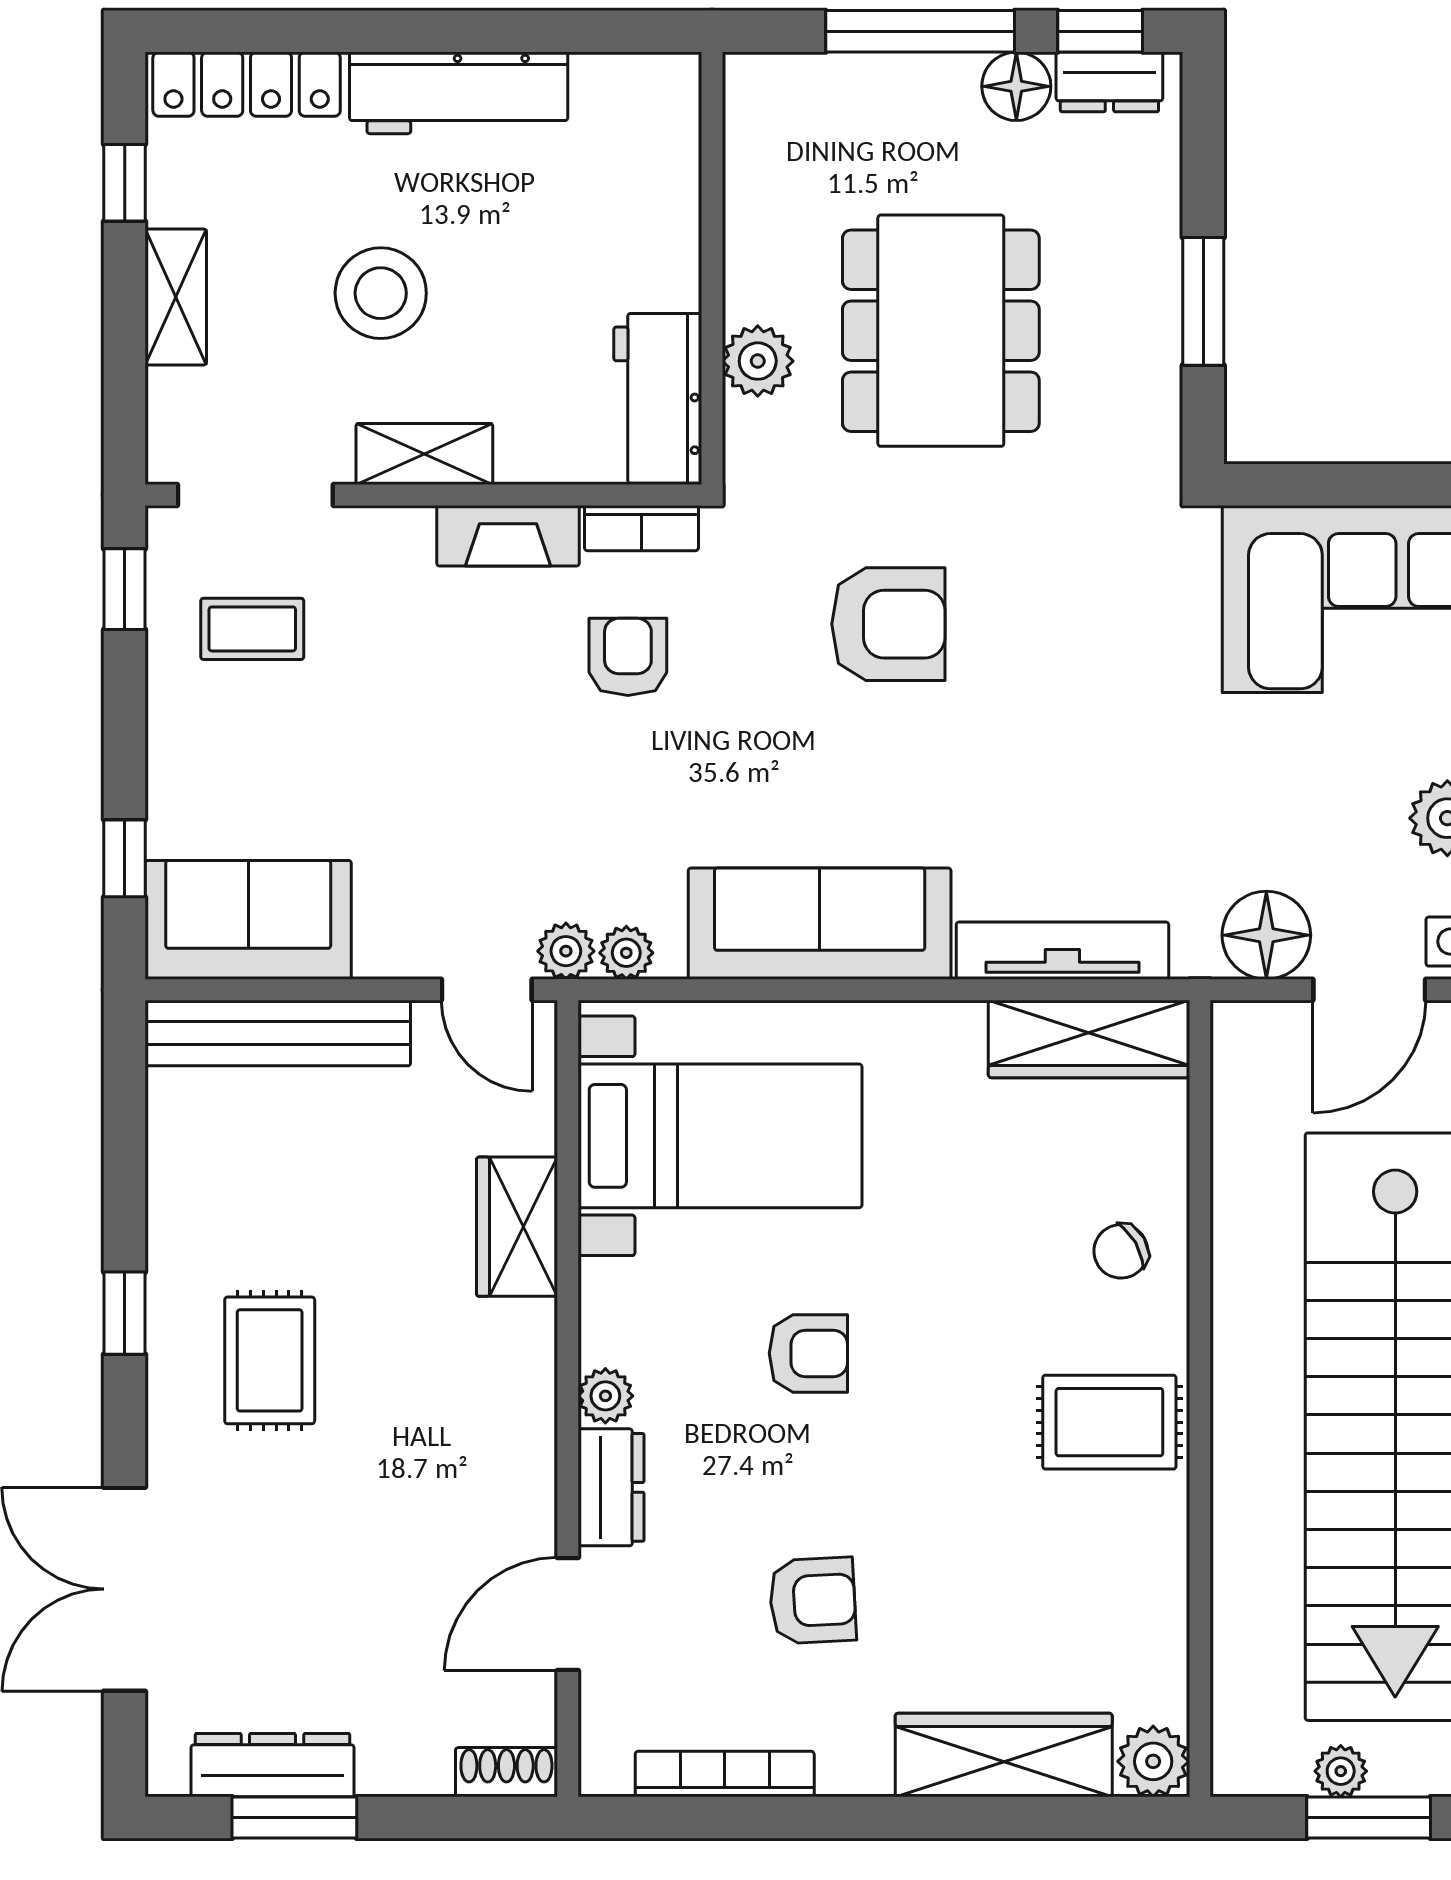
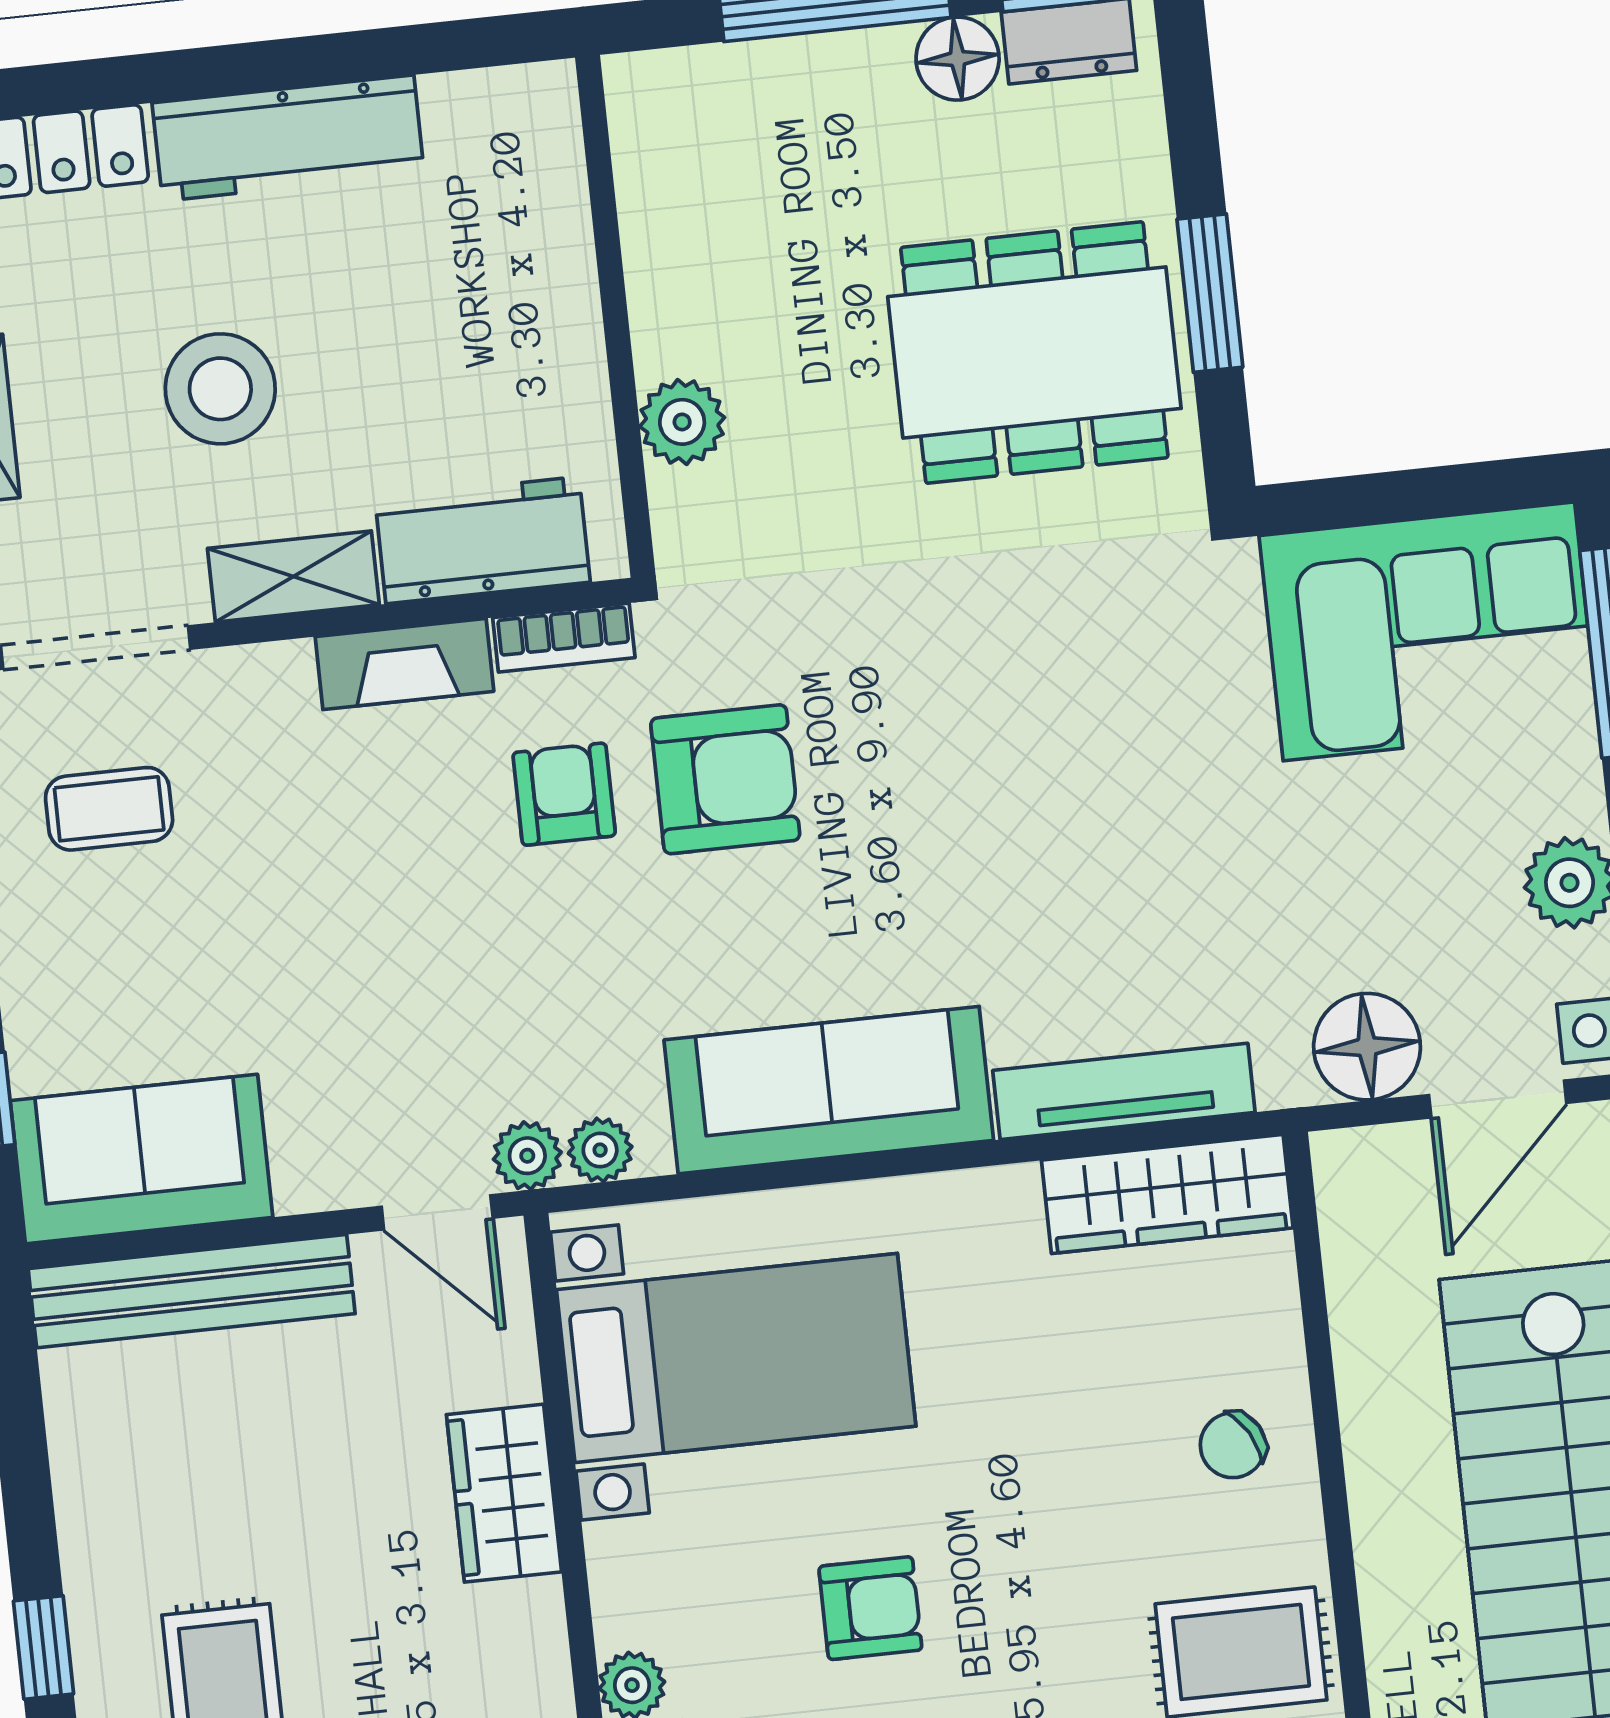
dining table: (941, 331) -> (1034, 353), moved, turned 90
workbench: (658, 398) -> (483, 540), moved, turned 90
armchair: (888, 624) -> (725, 779), moved

